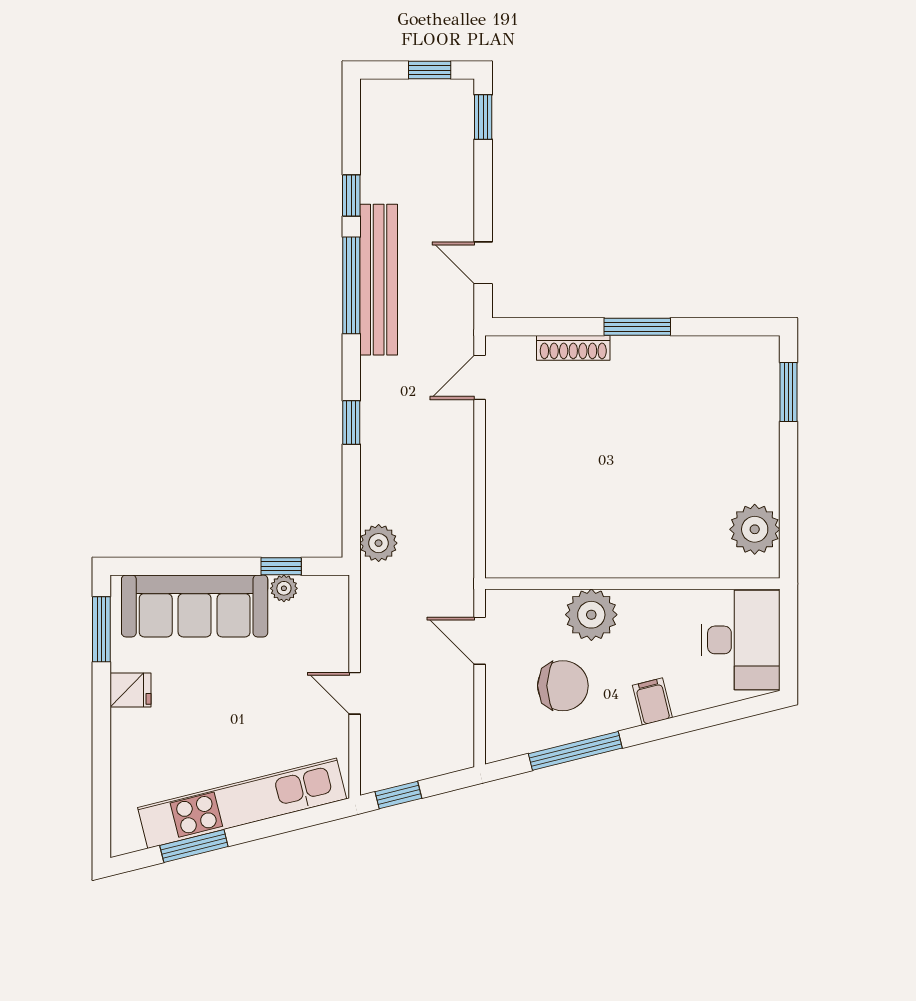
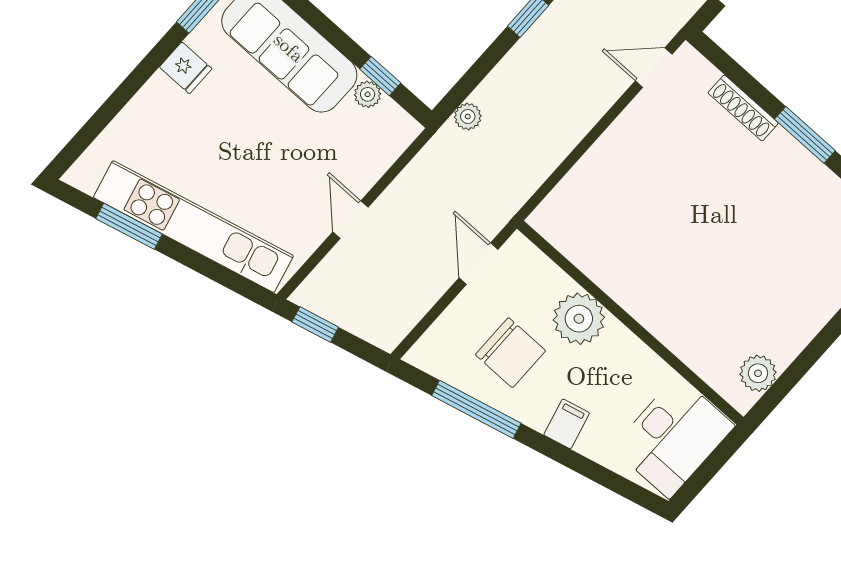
plant: (755, 529) -> (758, 373), width x0.73, depth x0.73
plant: (379, 543) -> (468, 116), width x0.73, depth x0.73

